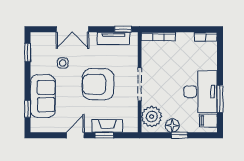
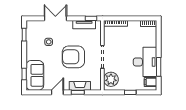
double door: (72, 29) -> (55, 18), swing flipped
sofa: (43, 96) -> (35, 75), moved
floor lamp: (172, 126) -> (125, 86), removed

